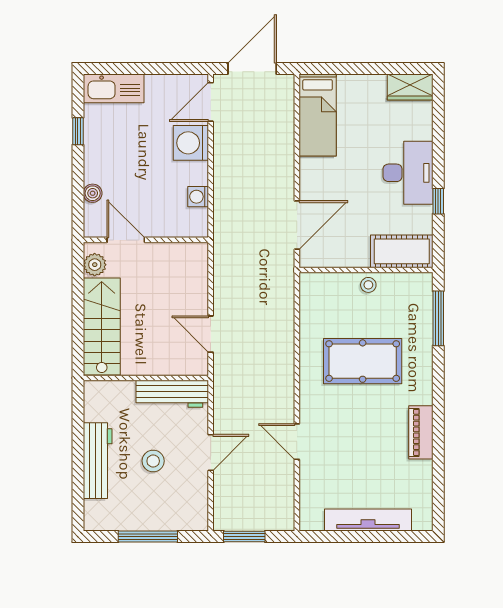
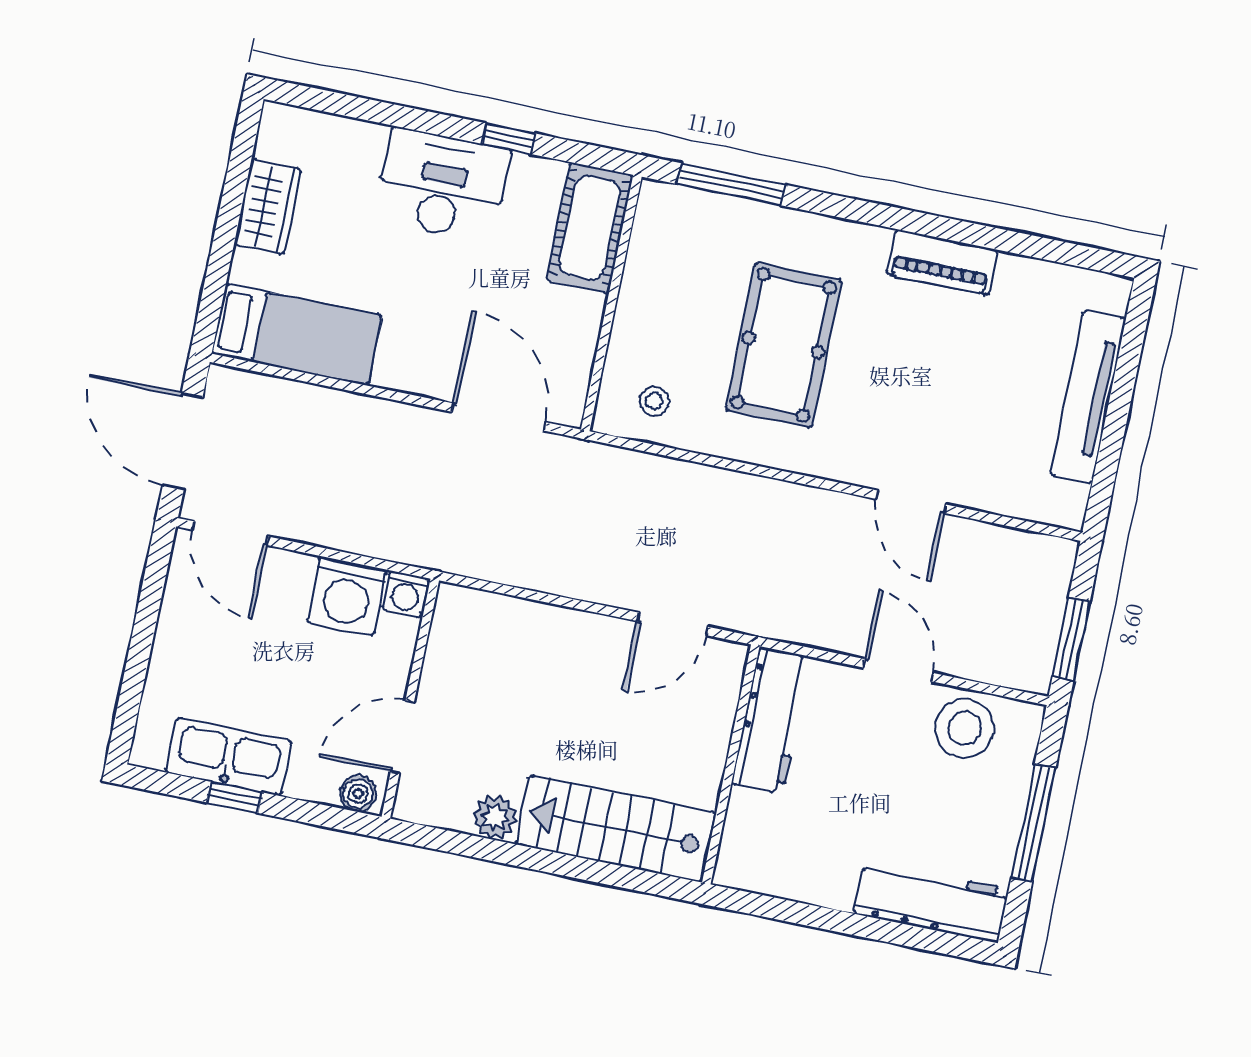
wardrobe: (410, 87) -> (268, 207), moved
kitchen sink: (114, 88) -> (229, 757), moved, turned -90
washing machine: (191, 143) -> (347, 596), moved
door: (126, 240) -> (402, 737), moved
wall: (146, 240) -> (410, 699), moved
stool: (368, 285) -> (654, 401), moved
door: (297, 442) -> (911, 502), hinge flipped
workbench: (98, 461) -> (931, 901), moved
stool: (153, 461) -> (964, 728), moved, width x1.38, depth x1.38

